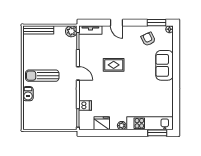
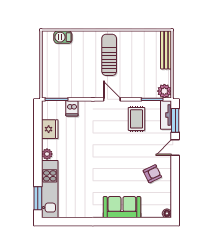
window: (157, 23) -> (175, 120), moved
armchair: (148, 39) -> (152, 174), moved
rug: (114, 65) -> (136, 119), moved
door: (78, 73) -> (112, 99), swing flipped
barbecue: (28, 94) -> (63, 37), moved

